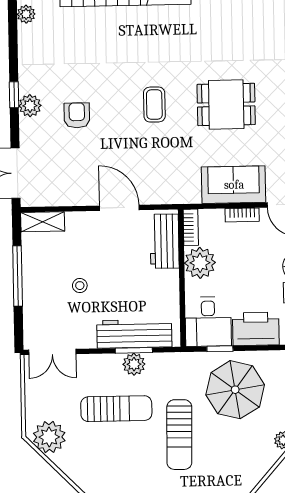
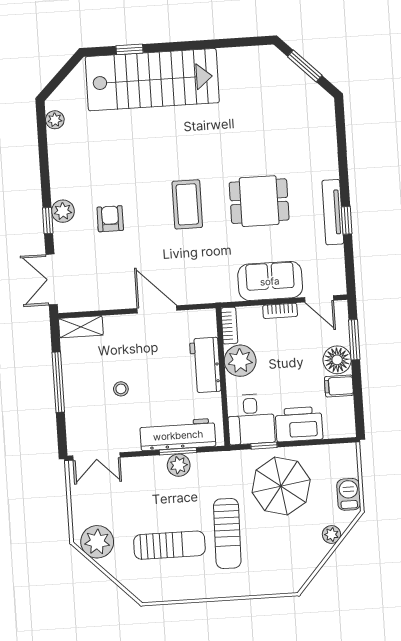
window: (14, 95) -> (48, 221), moved
coffee table: (154, 104) -> (187, 204), width x1.36, depth x1.30
workbench: (165, 241) -> (205, 365), moved
sun lounger: (116, 409) -> (169, 545), moved

